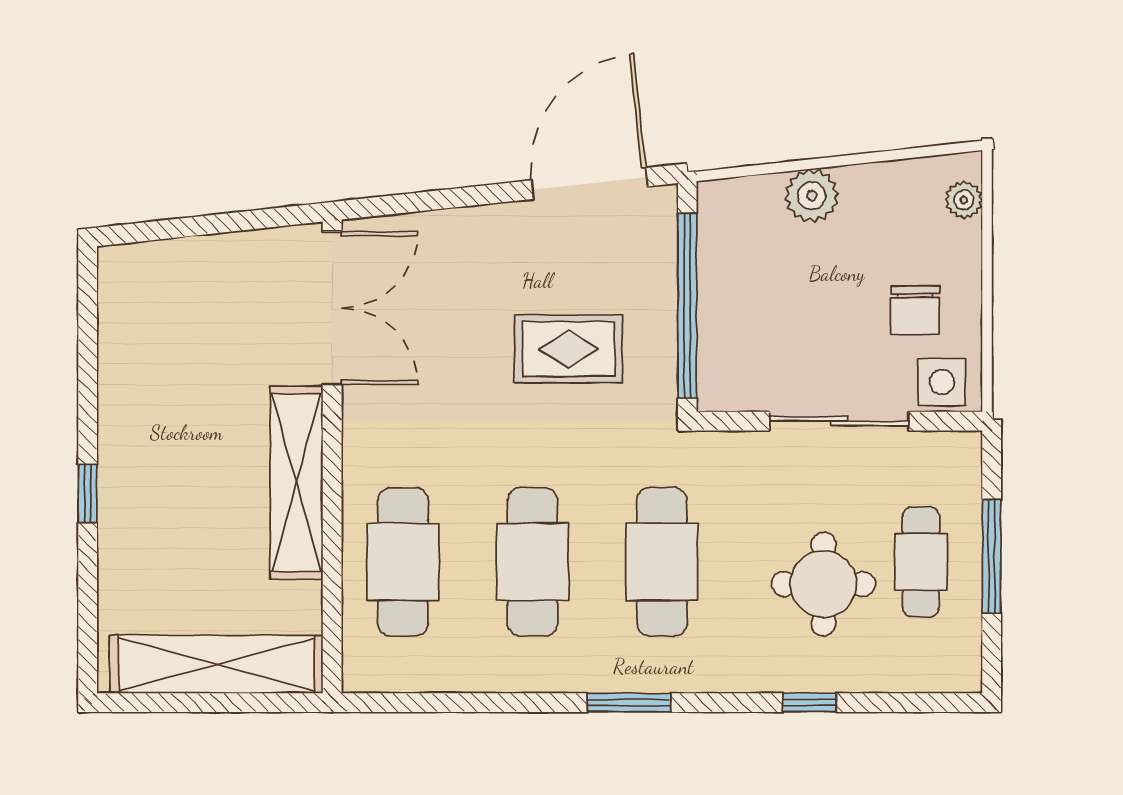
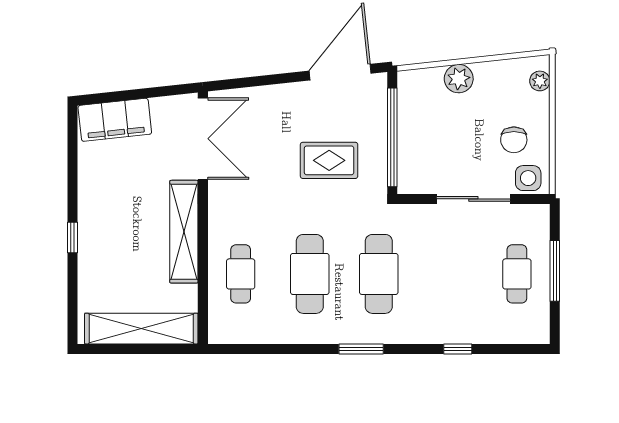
filing cabinet: (167, 273) -> (115, 120), added
cafe table: (403, 562) -> (241, 274), width x0.73, depth x0.74
round table: (824, 584) -> (465, 286), removed

